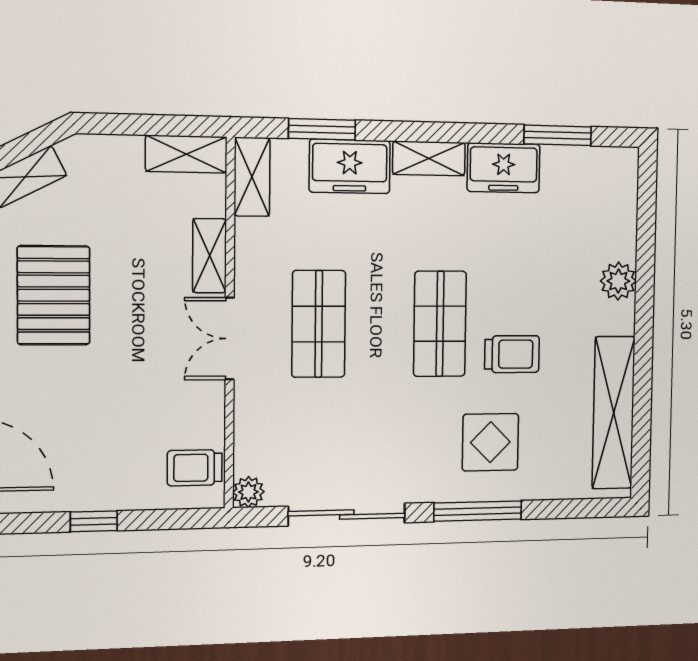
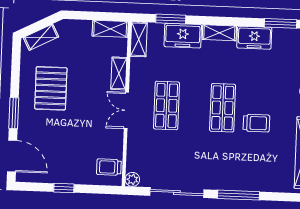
display table: (490, 442) -> (245, 163), removed

